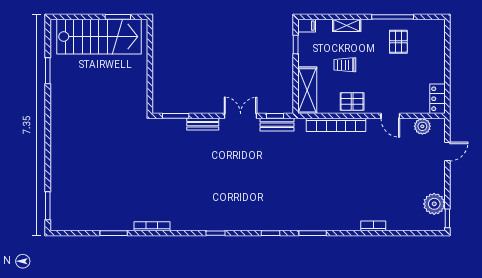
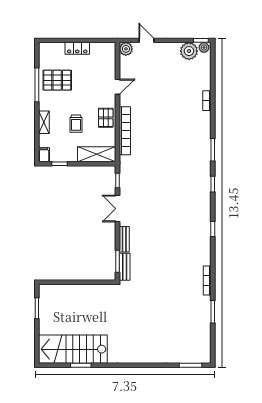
stairs: (99, 37) -> (73, 349), moved, turned -90
pallet: (398, 42) -> (57, 80), width x1.50, depth x1.42
locker: (437, 99) -> (77, 48), moved
bench: (277, 125) -> (125, 267), moved
plant: (422, 126) -> (126, 49), moved
plant: (439, 222) -> (204, 47), added

